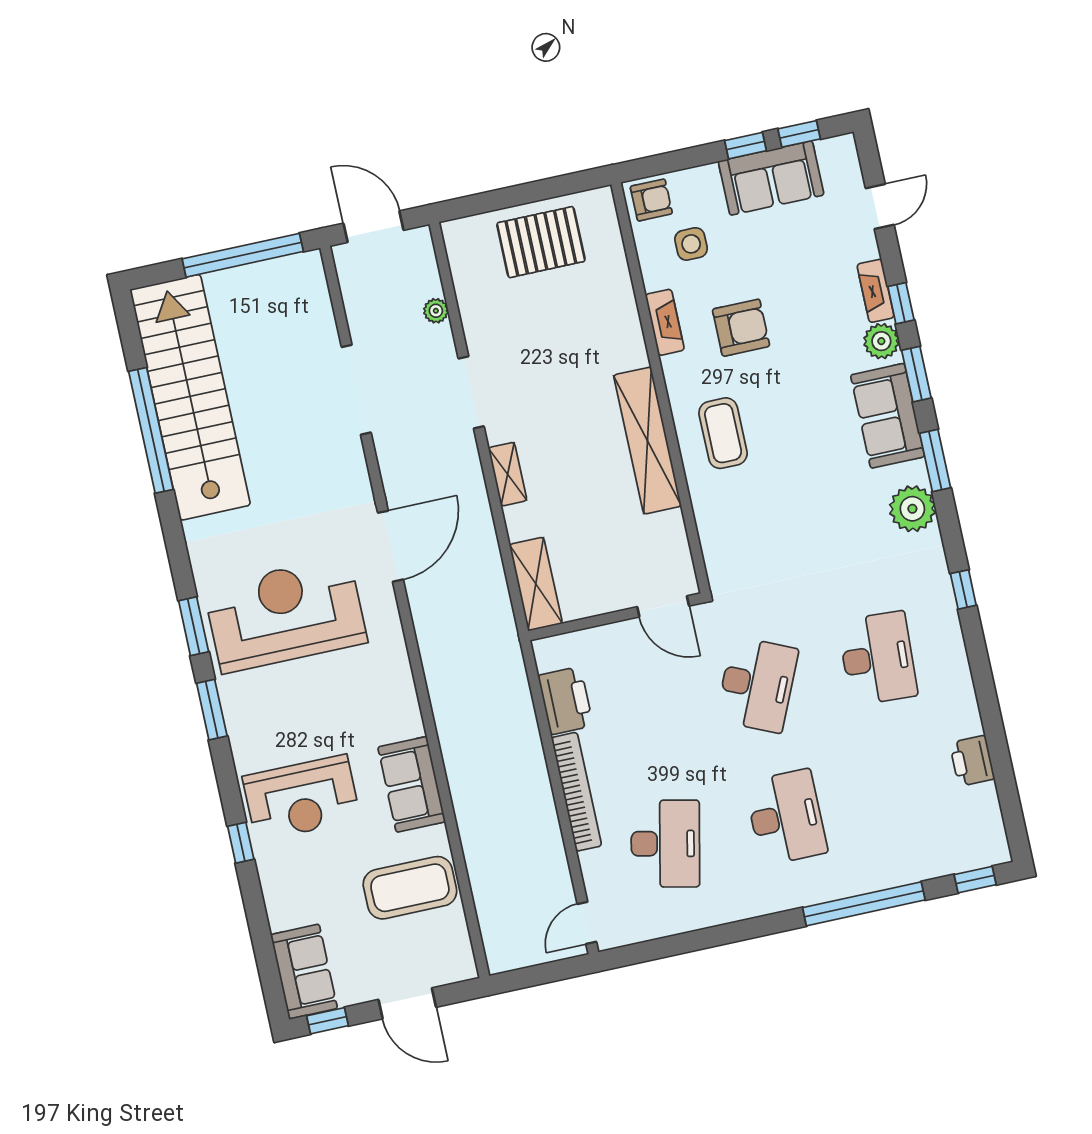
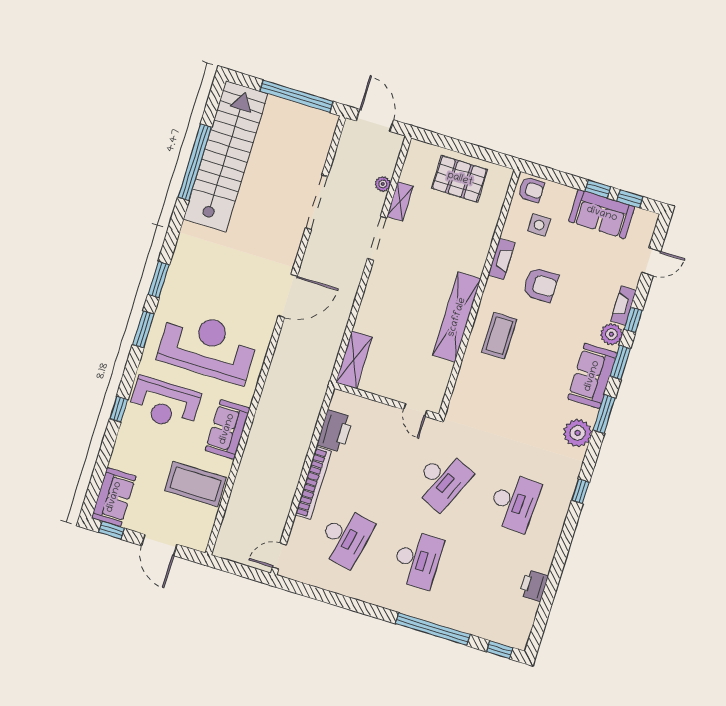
shelving: (508, 474) -> (400, 201), moved
door: (663, 606) -> (415, 410), width x0.73
reception desk: (285, 615) -> (208, 347), moved

